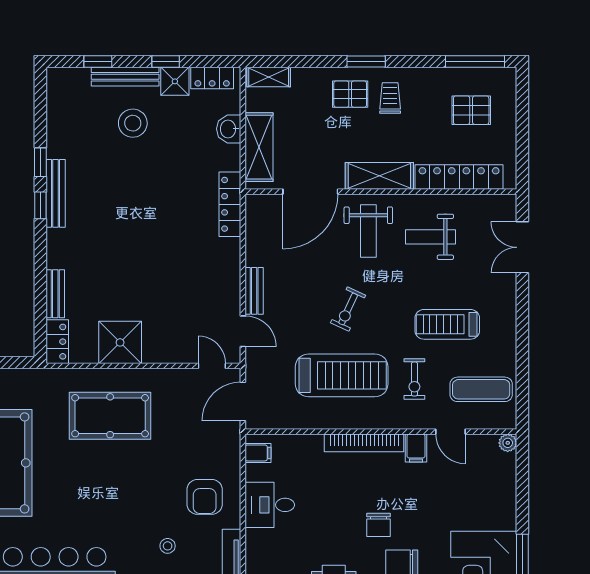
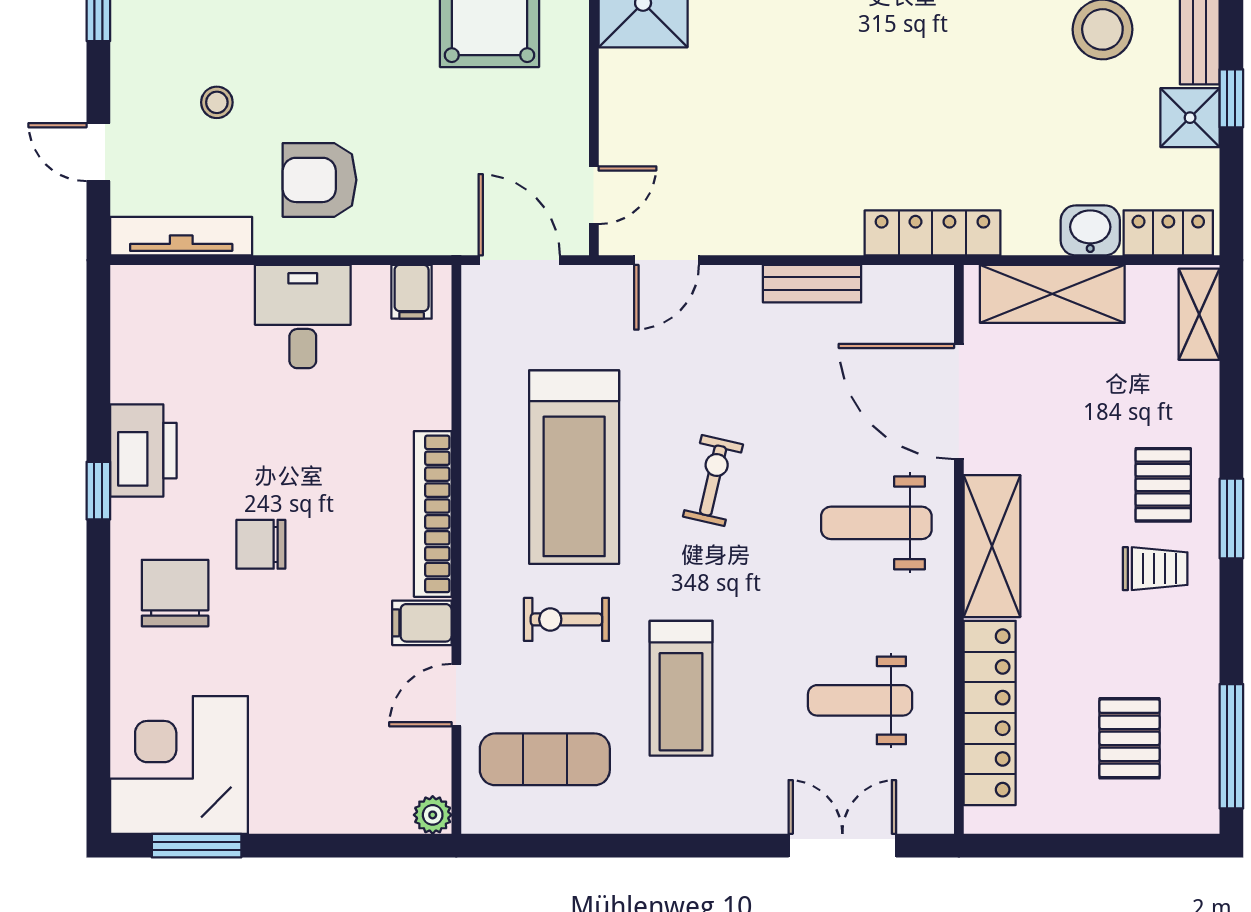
locker: (212, 78) -> (1168, 233), moved, turned 90
weight bench: (430, 237) -> (860, 700), moved, turned -90
bench: (254, 291) -> (812, 284), moved
exercise bike: (348, 309) -> (713, 481), turned 78
treadmill: (447, 324) -> (681, 688), turned 180
exercise mat: (481, 389) -> (545, 759), turned 90

